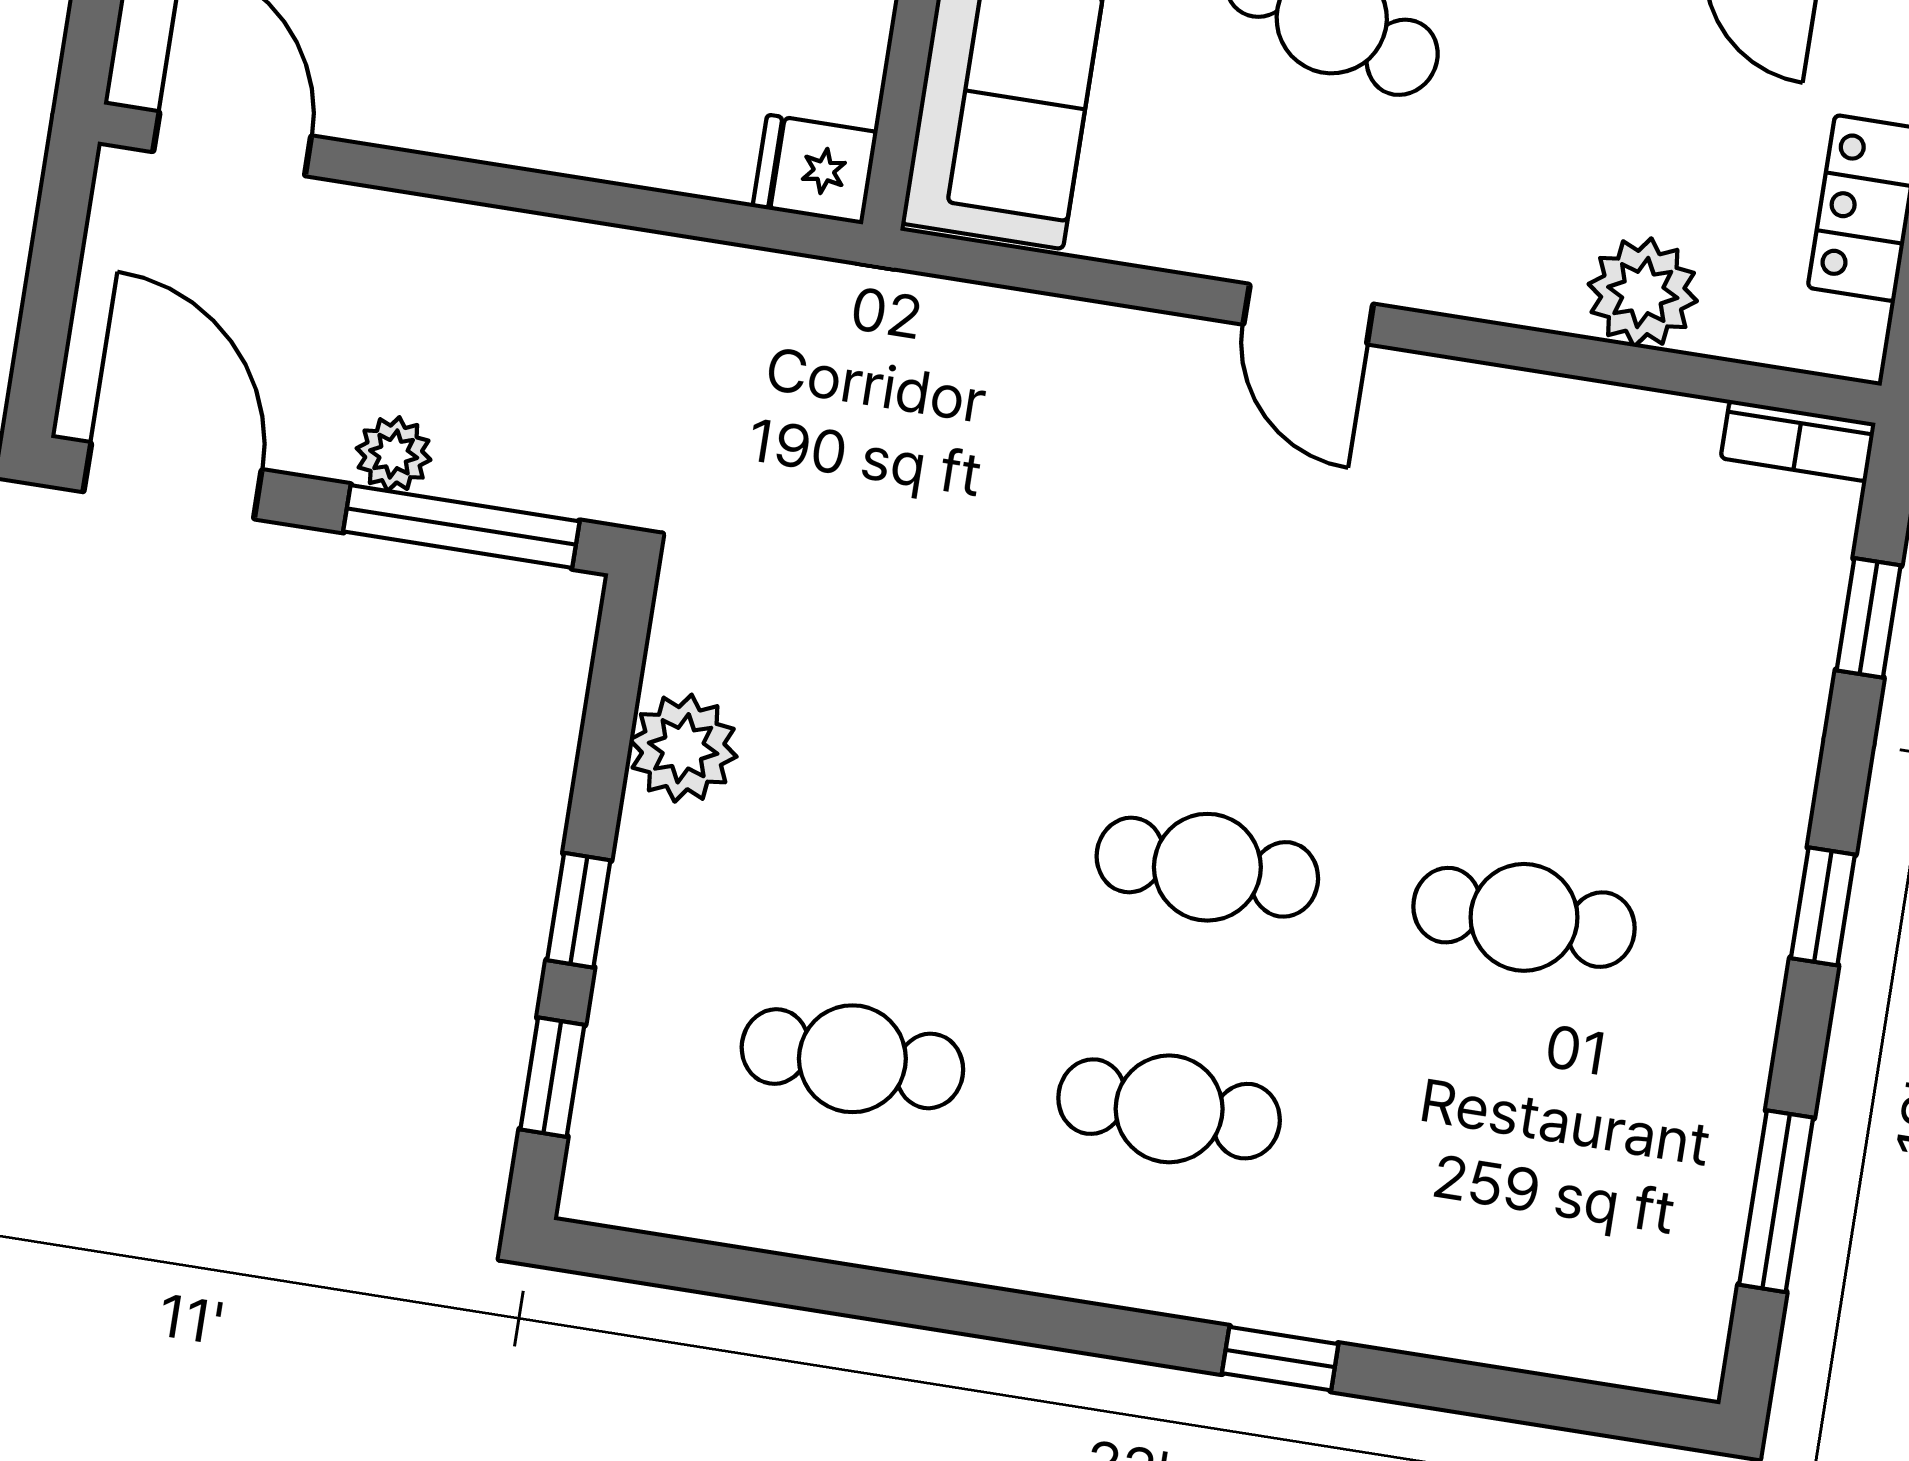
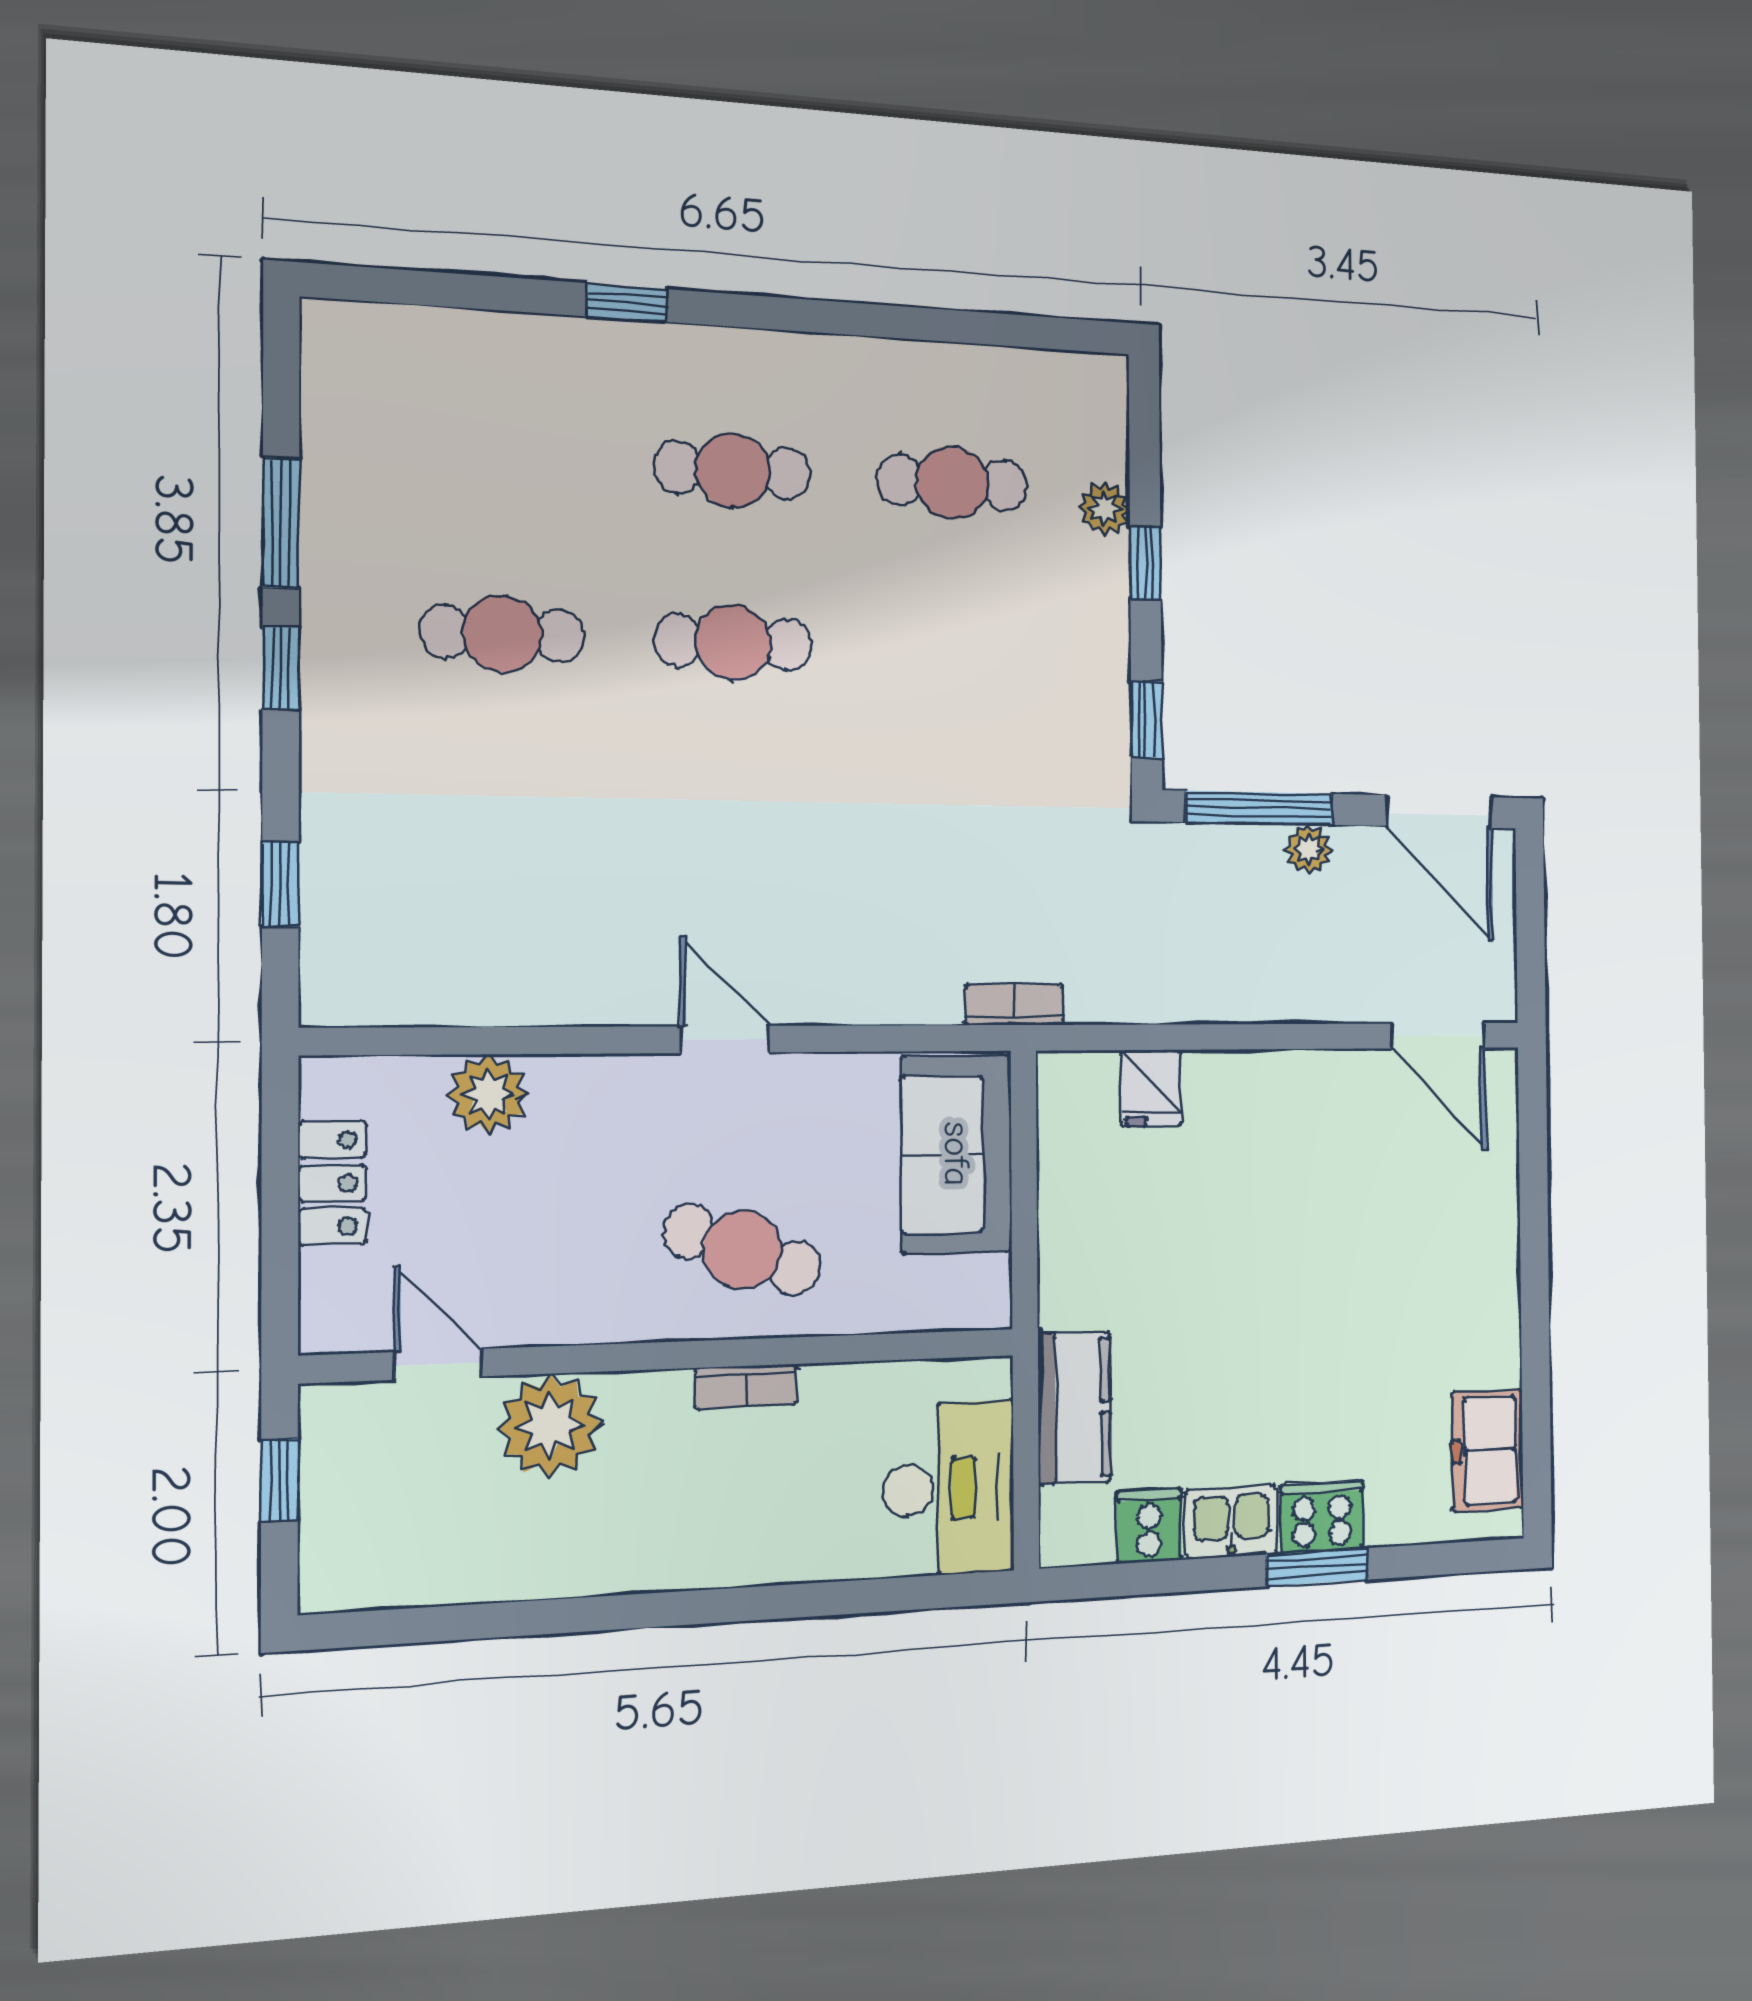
fridge: (815, 169) -> (1151, 1088), moved, turned 90
bookcase: (1798, 441) -> (1015, 1005), moved
plant: (683, 748) -> (1104, 509), moved, width x0.73, depth x0.73
window: (552, 1077) -> (1147, 720), moved
window: (1776, 1201) -> (281, 523), moved

